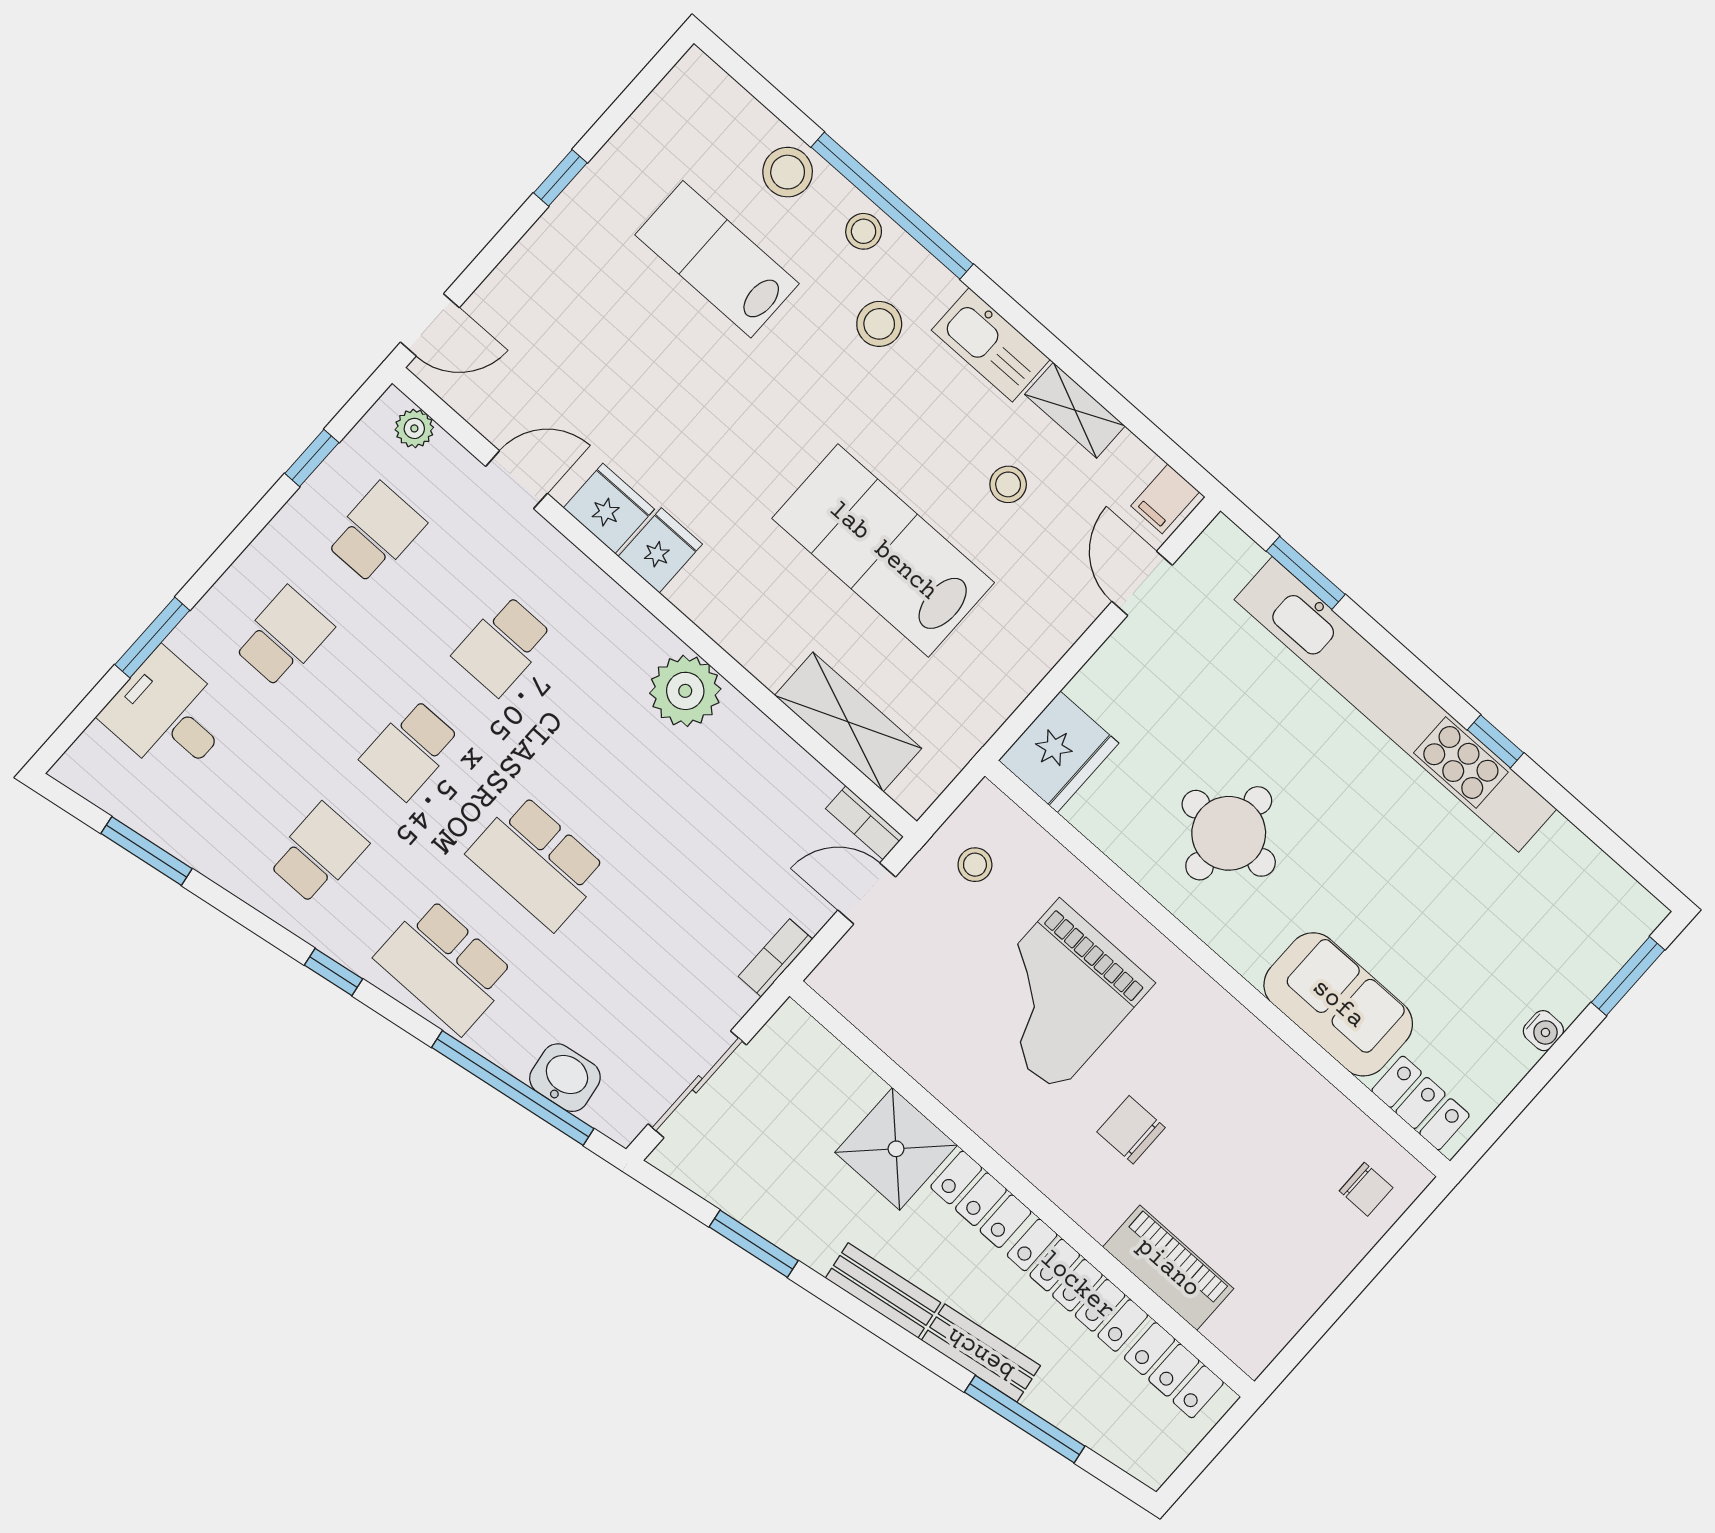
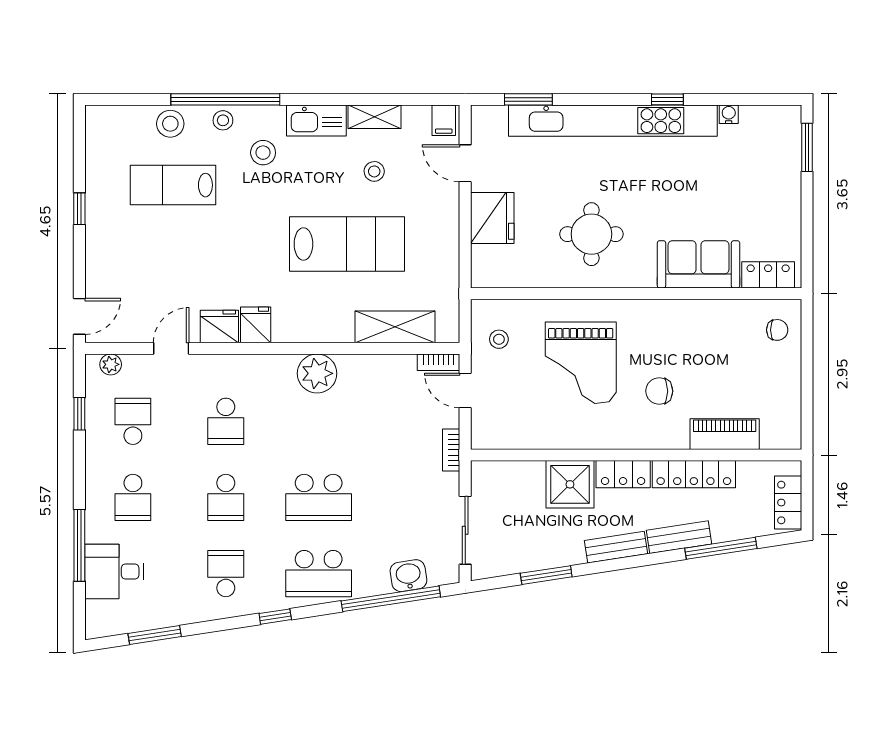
lab bench: (883, 551) -> (347, 244), turned 180
school desk: (284, 637) -> (133, 497), turned 180
window: (152, 638) -> (79, 545), width x1.44
fridge: (1059, 752) -> (492, 218), moved
door: (867, 894) -> (465, 390), hinge flipped
water cooler: (1543, 1031) -> (729, 114), moved, turned -90
locker: (1174, 1370) -> (788, 503), moved, turned 90

